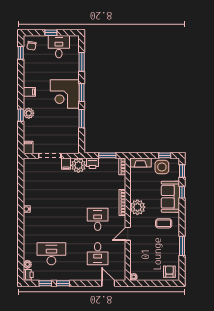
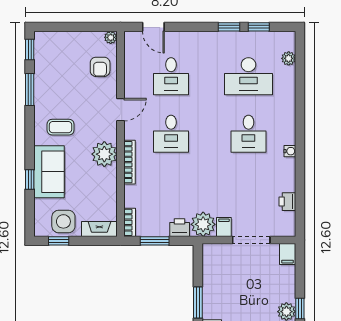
window: (182, 171) -> (30, 50), moved
desk: (51, 219) -> (248, 134), added
desk: (98, 254) -> (171, 76), turned 180
armchair: (169, 272) -> (100, 67), moved
printer: (28, 275) -> (287, 202), moved

